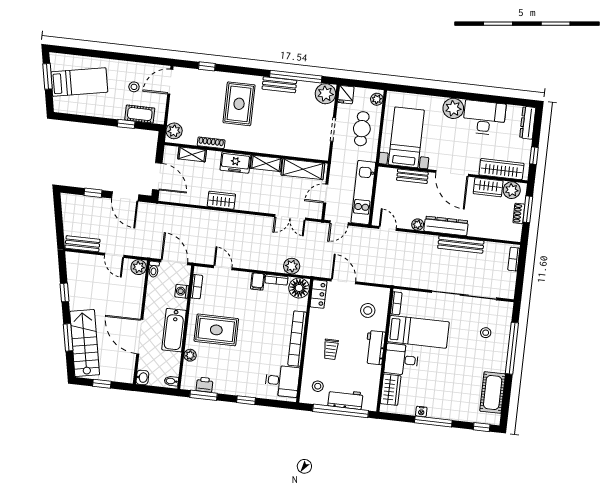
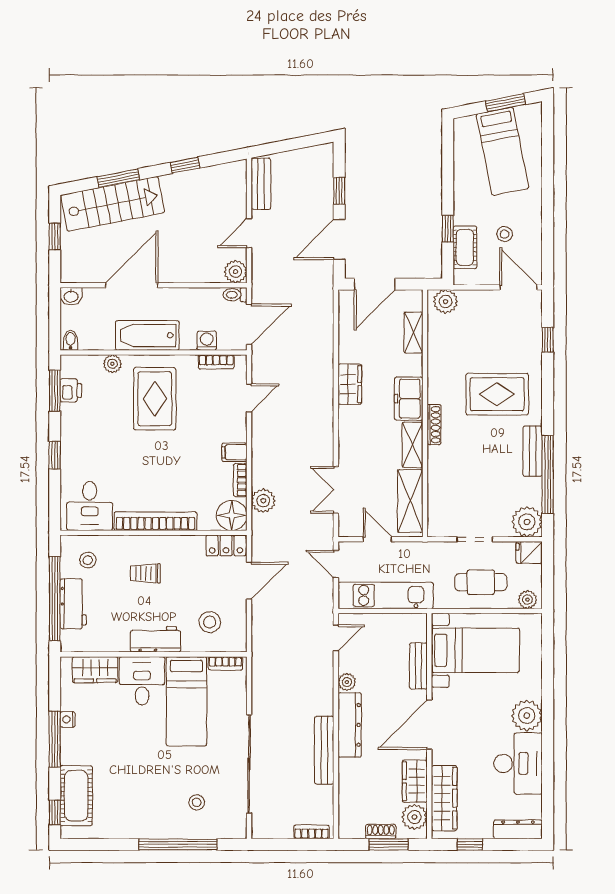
shoe rack: (211, 143) -> (434, 425), moved
cot: (493, 392) -> (76, 796), moved, turned 90

